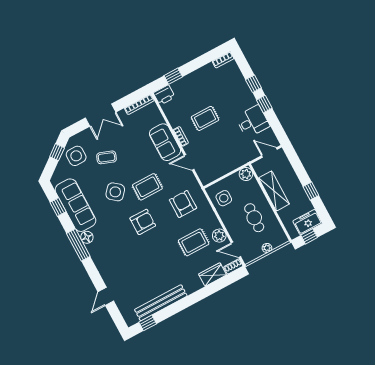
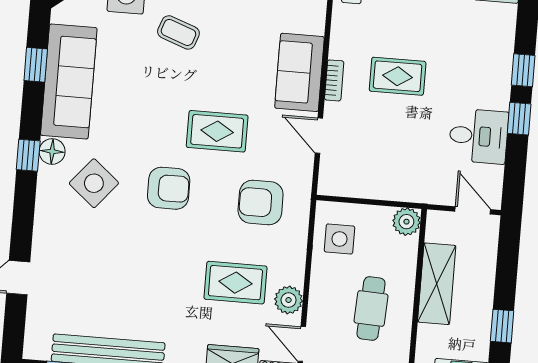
side table: (115, 192) -> (94, 183), moved
armchair: (183, 204) -> (261, 203), turned -90
window: (78, 245) -> (28, 155), width x0.46

